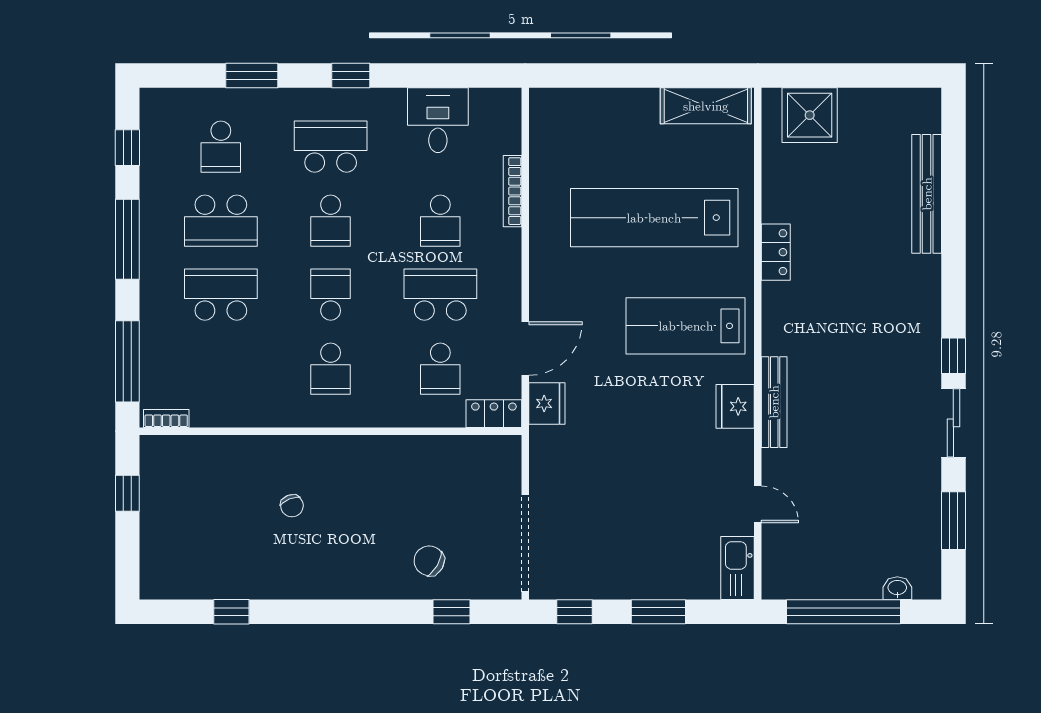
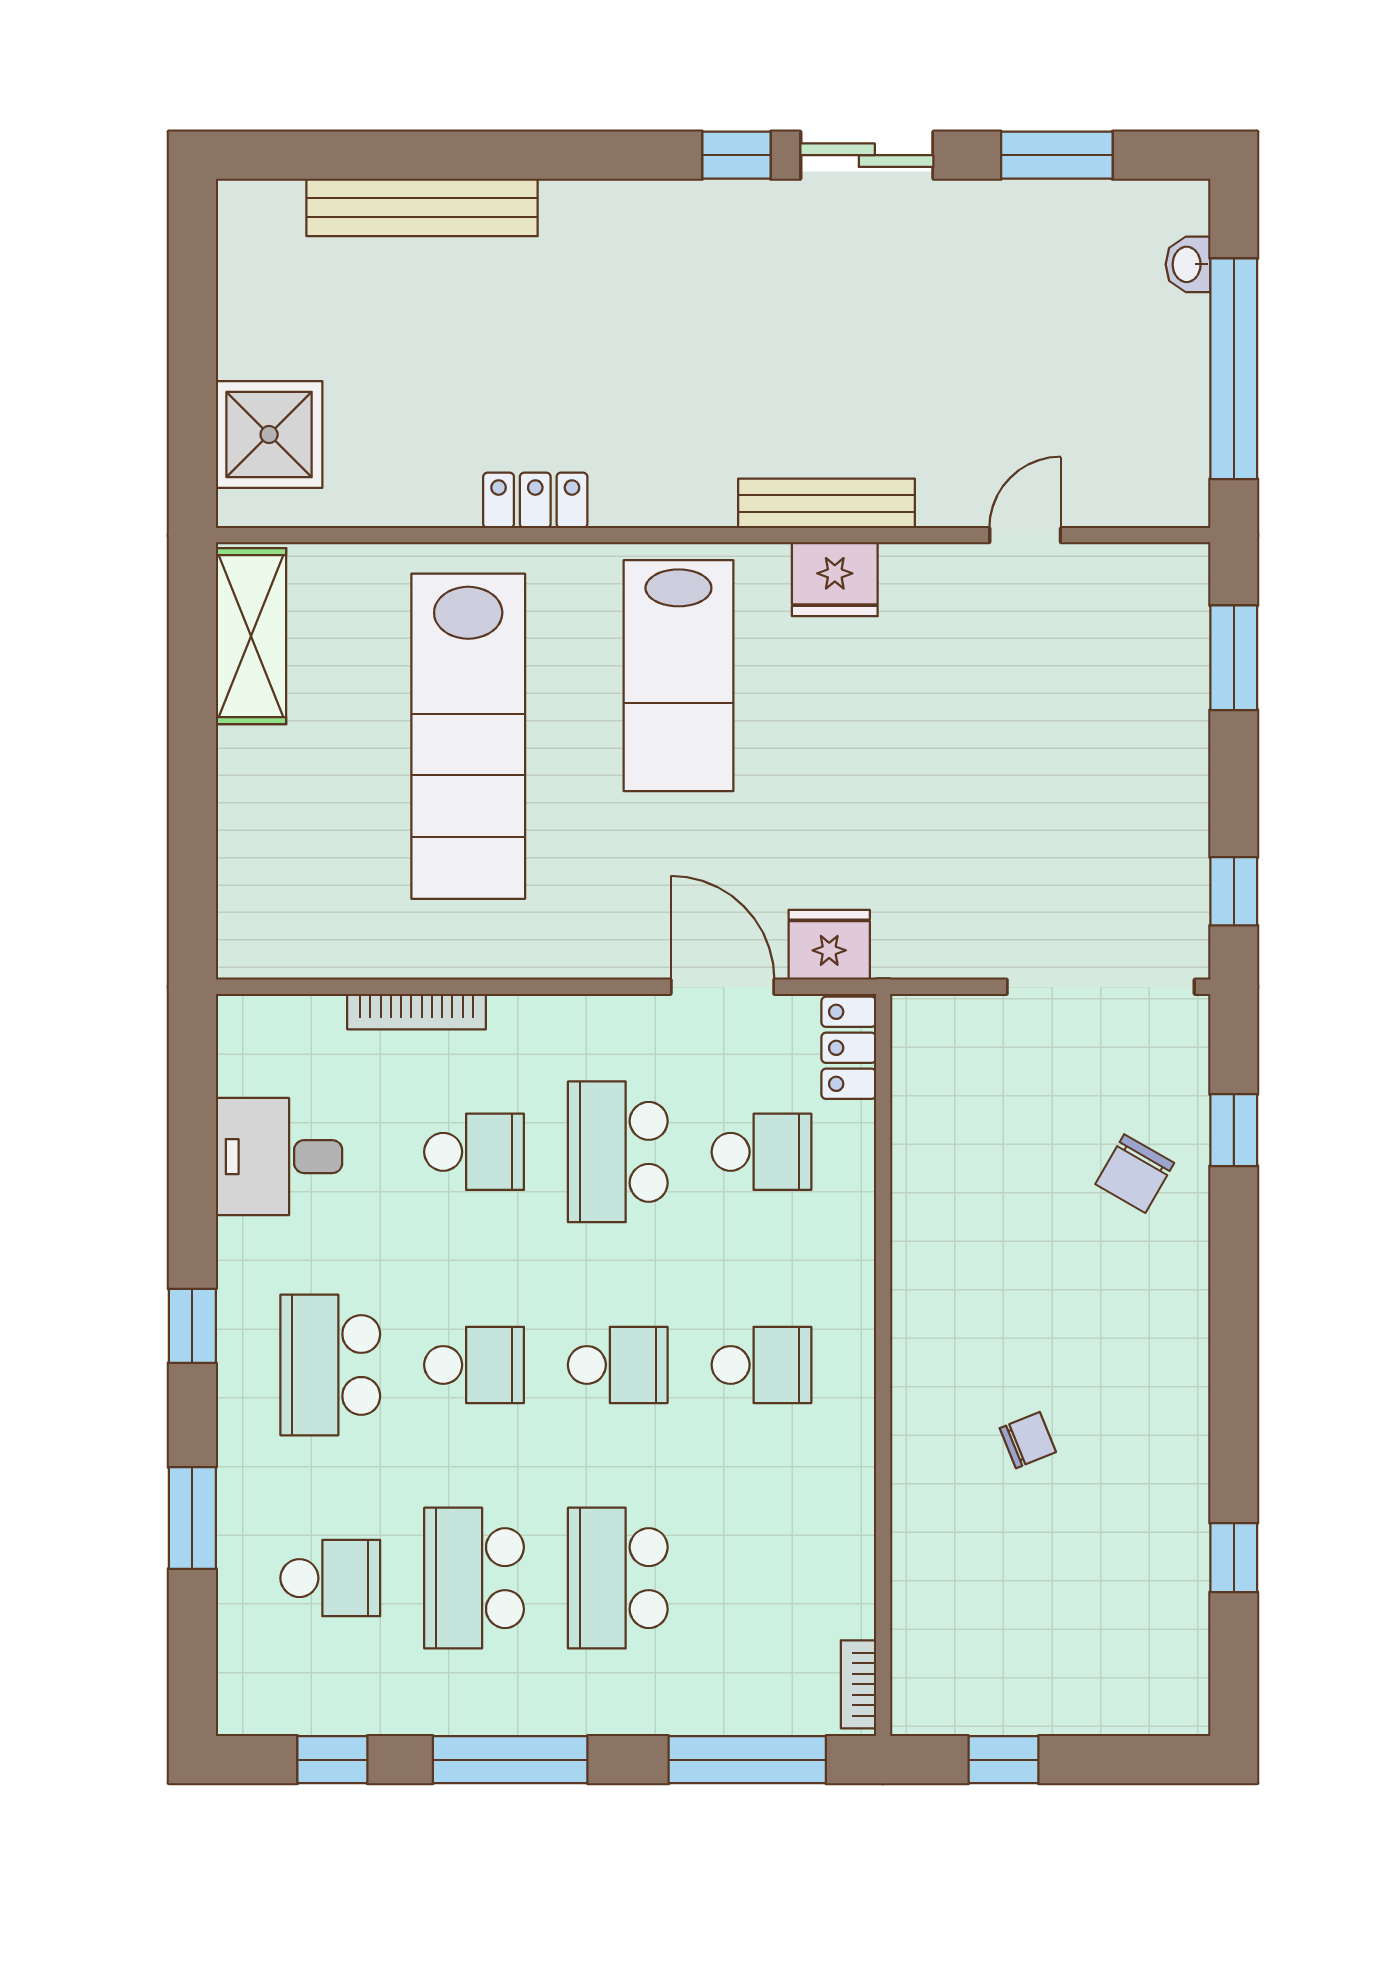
school desk: (221, 221) -> (474, 1578), turned 180
school desk: (331, 295) -> (618, 1365), turned 180
kitchen sink: (738, 568) -> (1149, 575), removed
window: (658, 612) -> (1234, 658), moved

